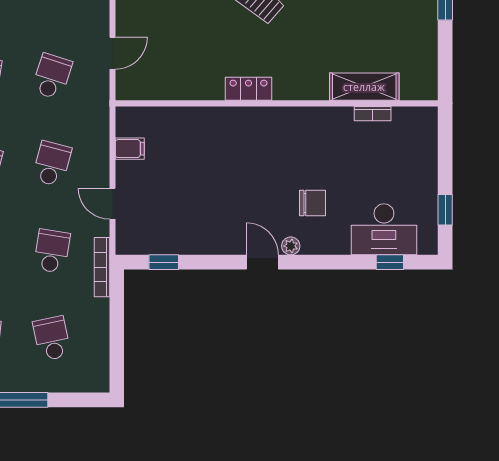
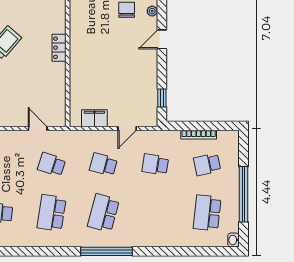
filing cabinet: (130, 149) -> (94, 118), width x2.00
plant: (291, 246) -> (152, 11), moved
bookcase: (102, 267) -> (199, 135), moved

